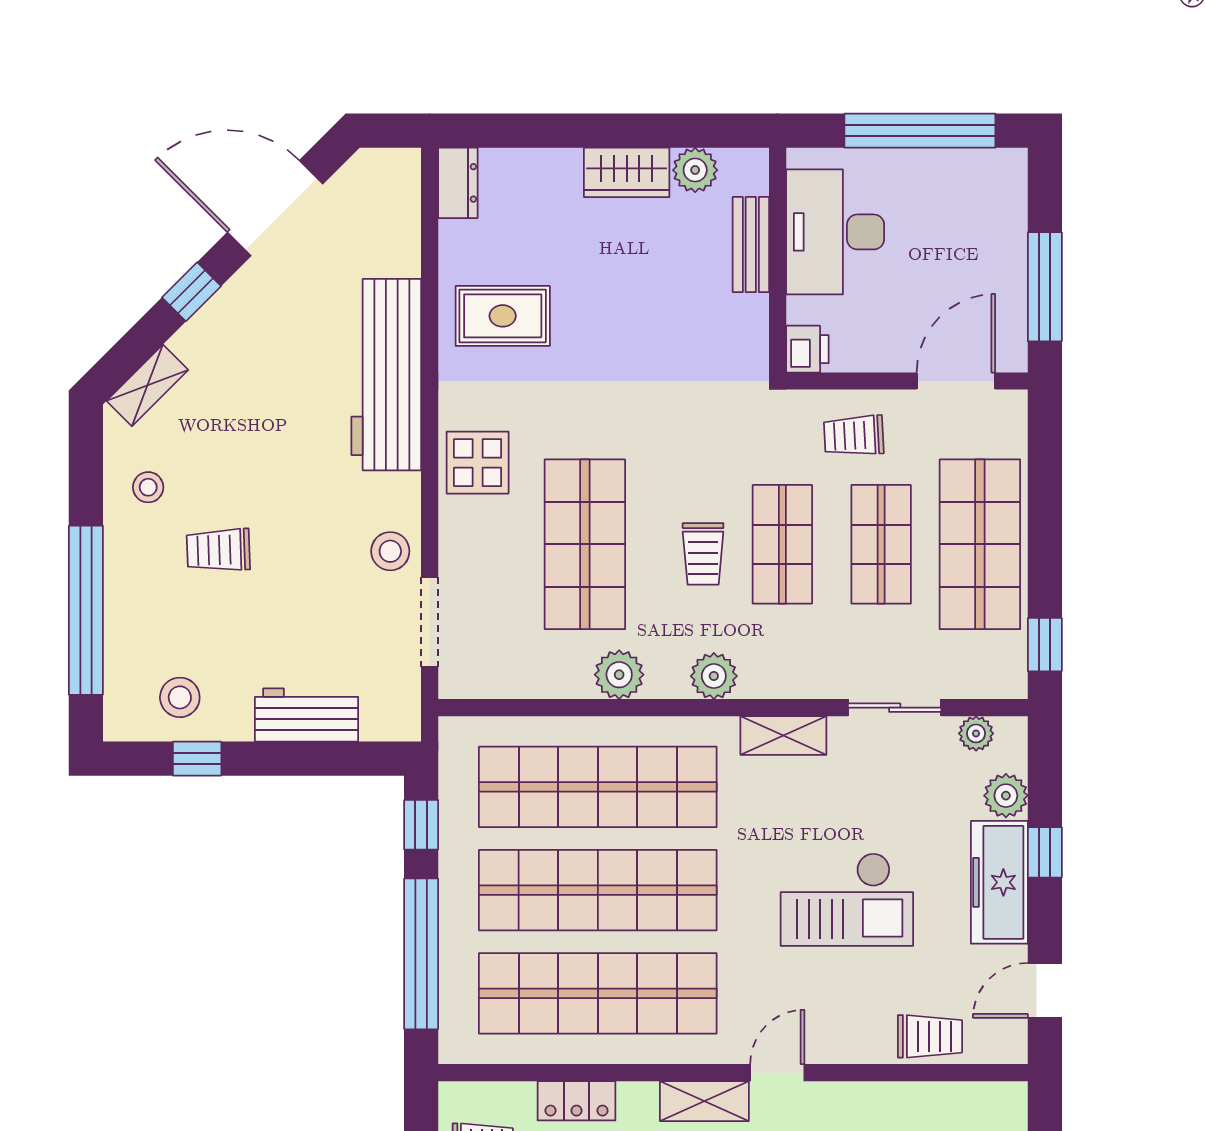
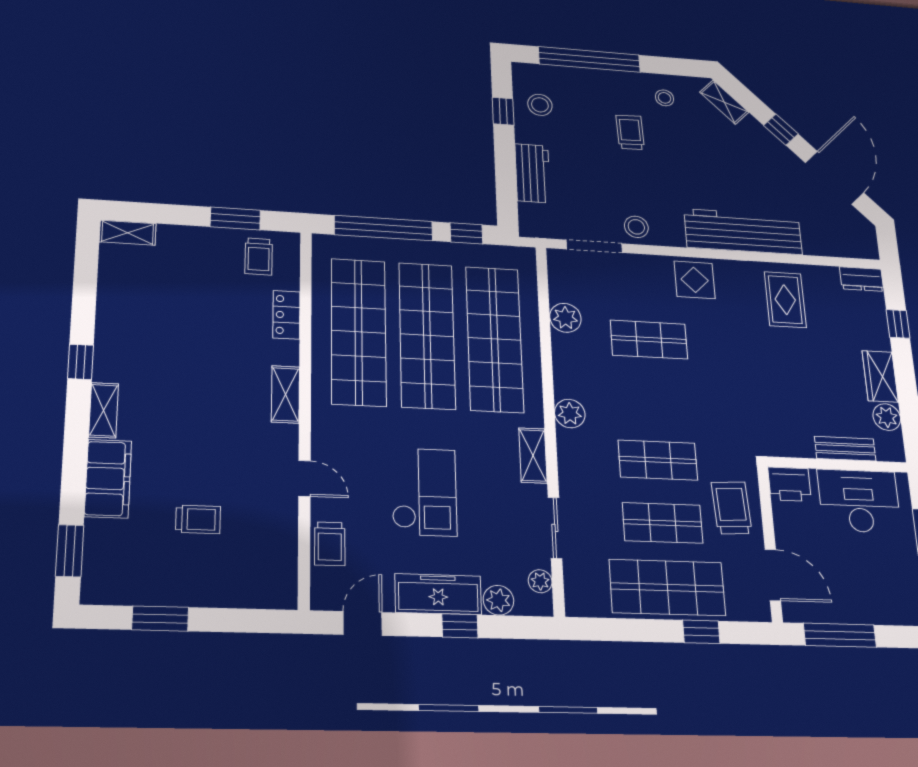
window: (534, 131) -> (898, 324), added
printer: (807, 349) -> (789, 484), width x1.36, depth x1.24
trolley: (854, 436) -> (732, 508), width x1.36, depth x1.39
shop shelf: (585, 544) -> (649, 340), width x0.70, depth x0.74
trolley: (703, 554) -> (648, 411), removed
window: (1045, 645) -> (701, 632), moved
plant: (619, 675) -> (565, 318), moved
checkout: (847, 899) -> (424, 492), turned 180
door: (1045, 990) -> (363, 623), hinge flipped
door: (777, 1073) -> (305, 478), moved

